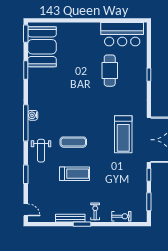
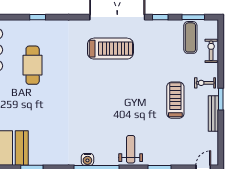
cafe table: (110, 71) -> (33, 65), turned 90
exercise mat: (73, 142) -> (190, 37), moved
weight bench: (41, 151) -> (131, 149), turned -90
treadmill: (75, 174) -> (175, 100), moved

